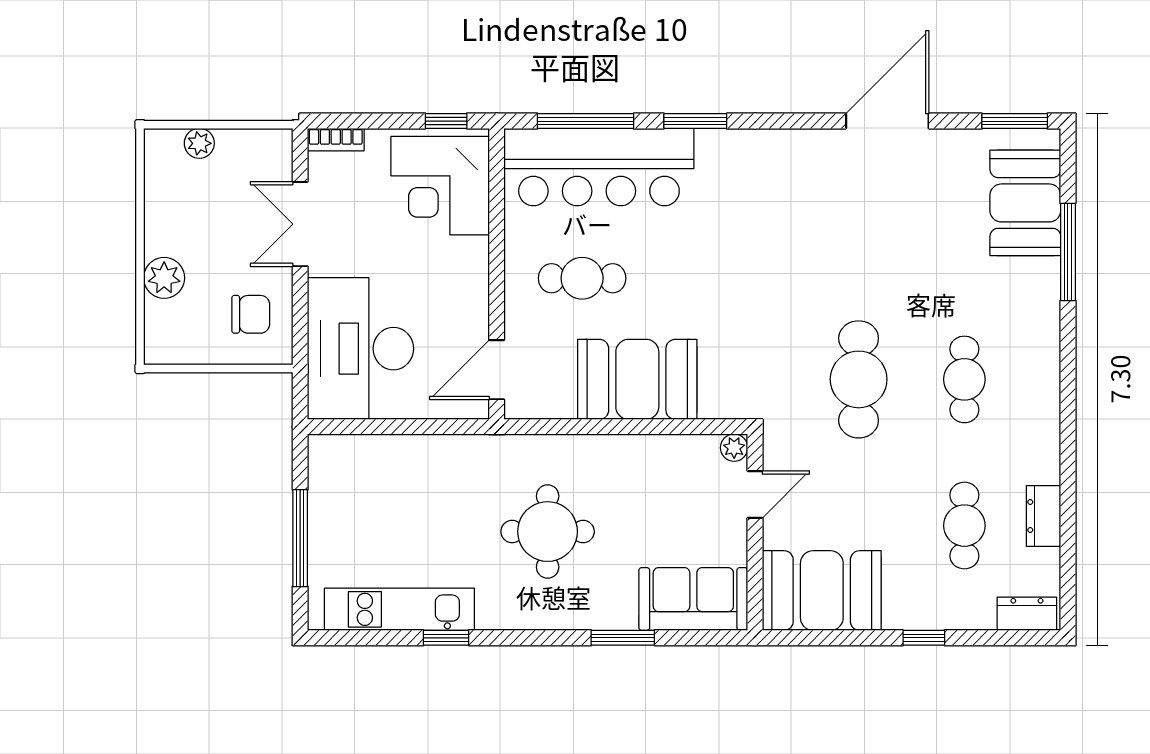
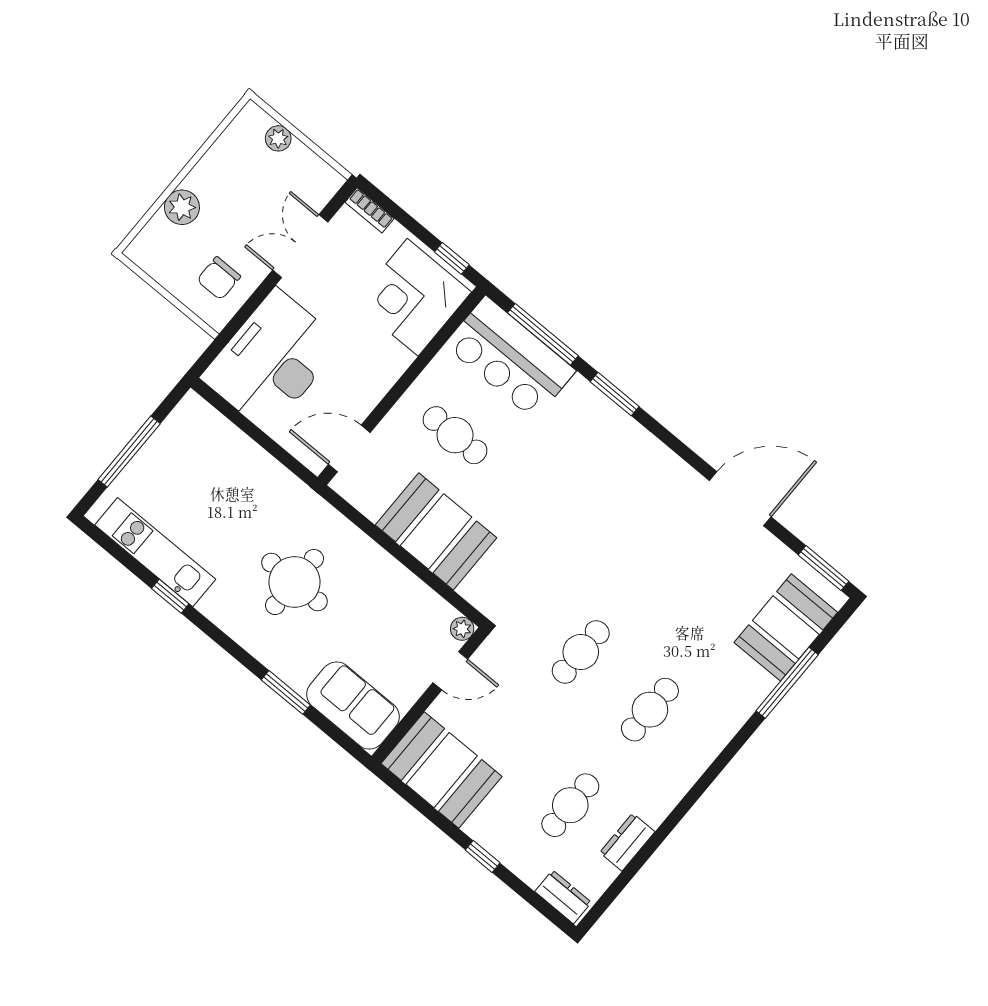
bar counter: (599, 167) -> (510, 358), width x0.73
chair: (251, 314) -> (219, 278), turned 90
cafe table: (859, 379) -> (581, 652), width x0.73, depth x0.74

